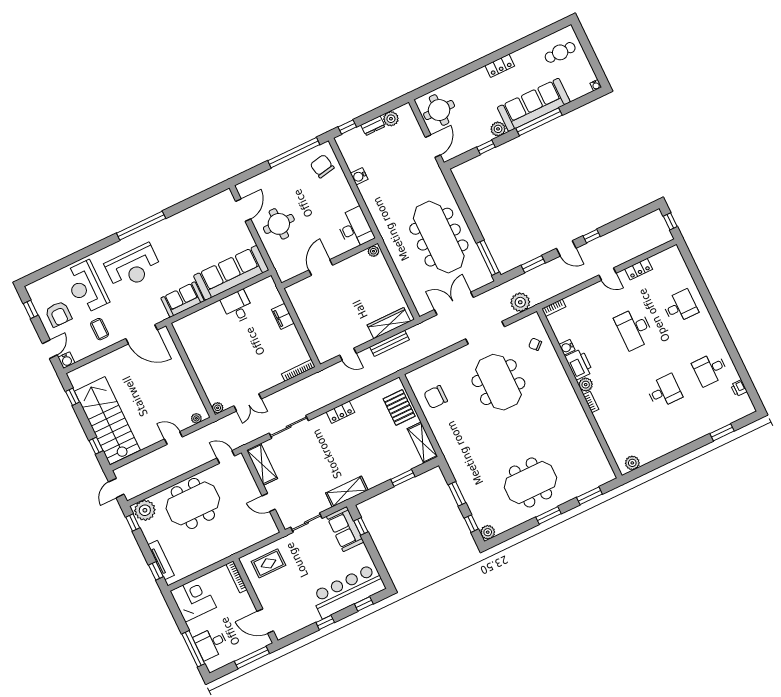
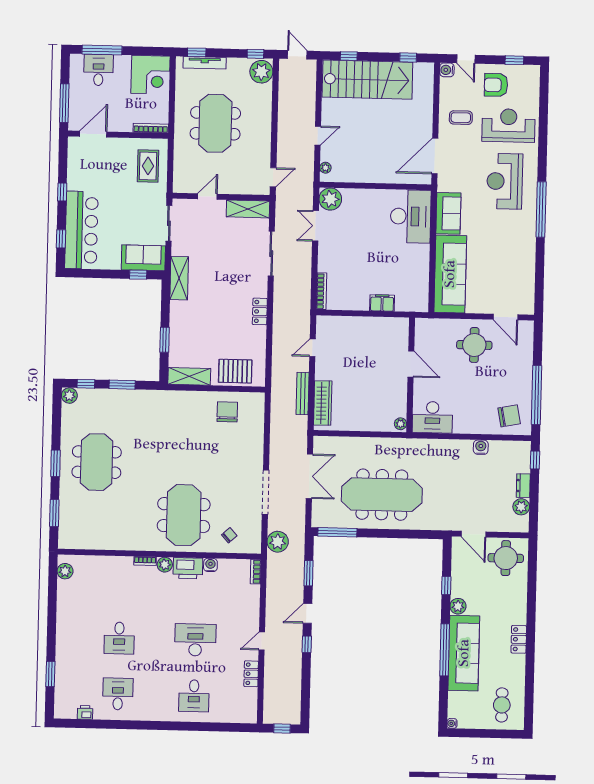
desk: (237, 307) -> (411, 216), moved, width x1.87, depth x1.30
meeting table: (498, 382) -> (184, 515), moved, turned 90
plant: (218, 408) -> (330, 199), width x1.88, depth x1.88
meeting table: (193, 503) -> (215, 123), moved

